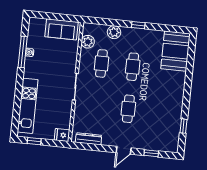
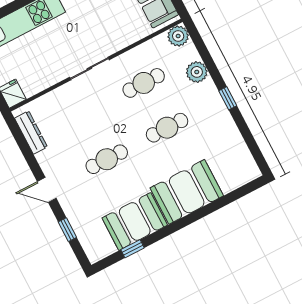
plant: (88, 42) -> (178, 36), moved
booth: (175, 51) -> (187, 192), moved
booth: (170, 116) -> (135, 221), added

